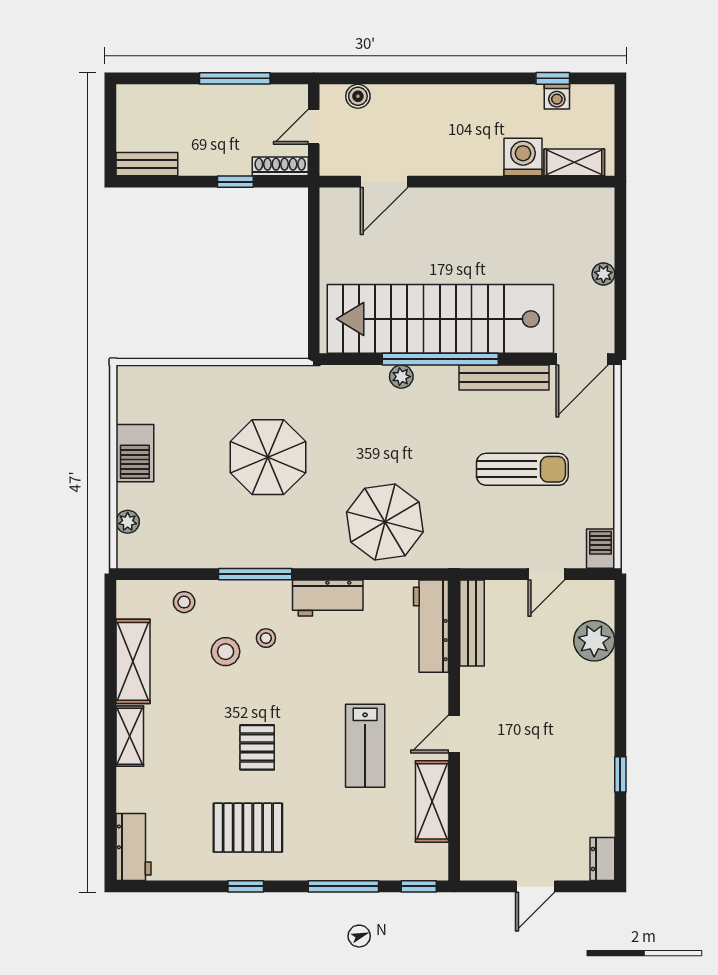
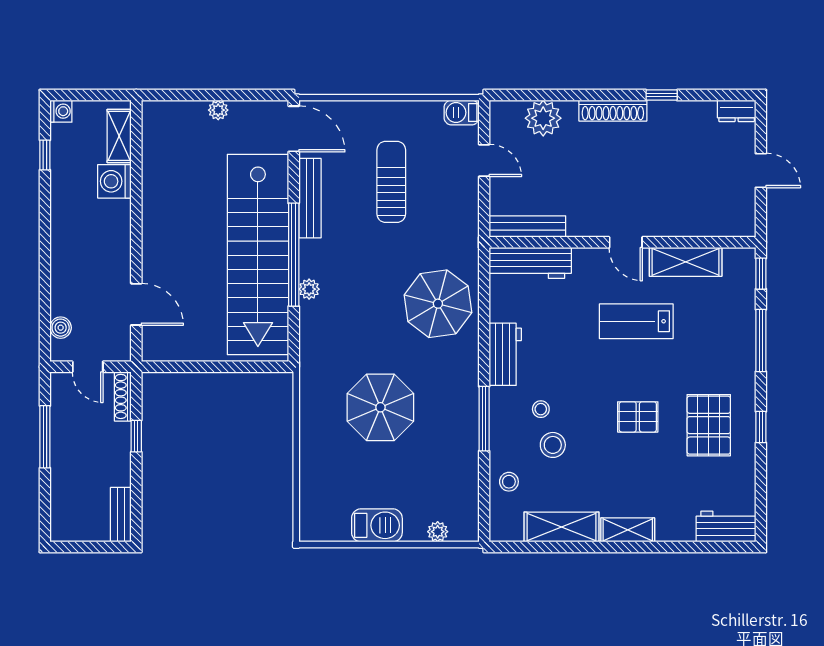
washing machine: (557, 97) -> (61, 111), moved
shoe rack: (603, 719) -> (613, 111), added
lab bench: (365, 746) -> (636, 321), turned 180

